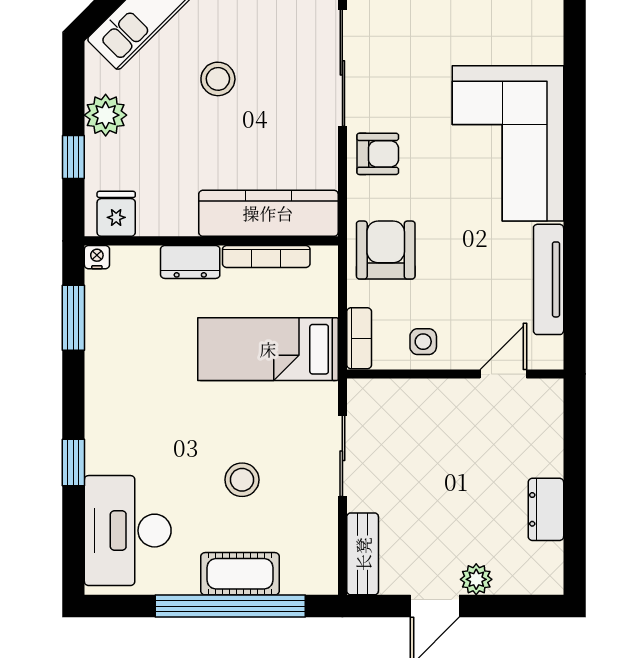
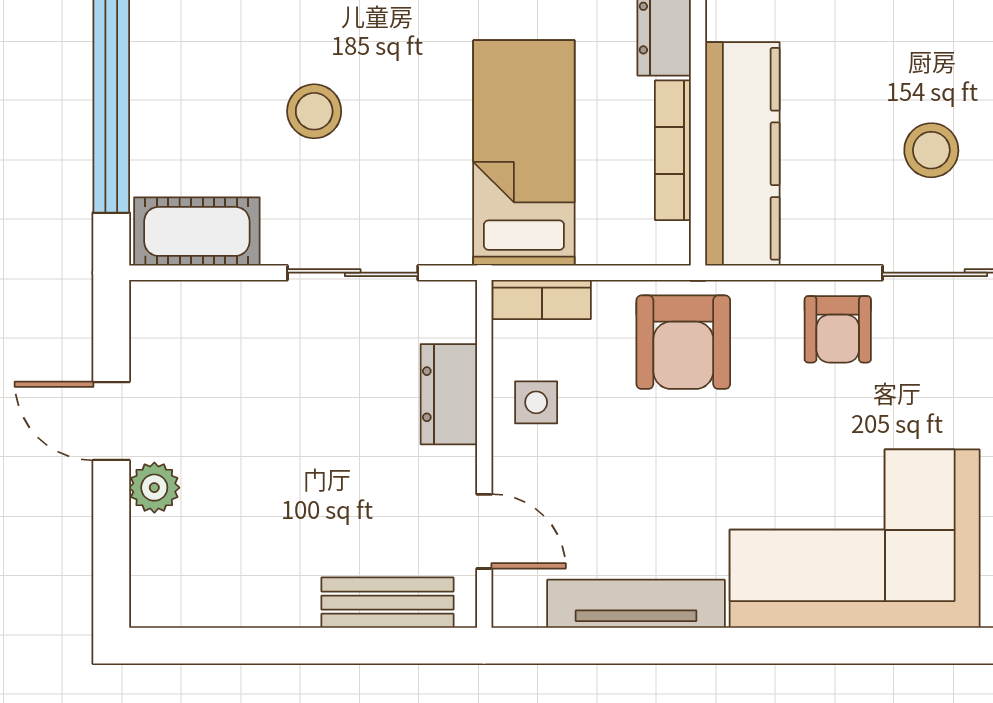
stool: (218, 79) -> (931, 150), moved
armchair: (386, 250) -> (683, 342), turned 90
dresser: (546, 509) -> (449, 394), moved, turned -90
bench: (363, 554) -> (387, 603), moved
cot: (240, 574) -> (197, 231), moved, turned 90

